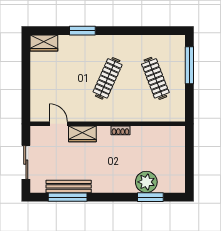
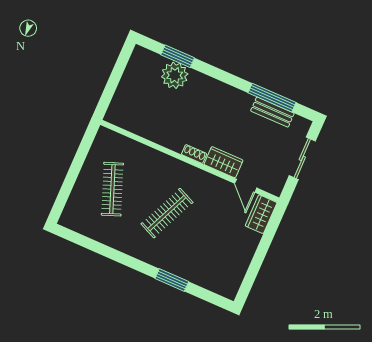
wardrobe: (44, 43) -> (261, 214), moved, turned -90
window: (189, 65) -> (67, 187), removed
shoe rack: (120, 130) -> (194, 154), moved
bench: (69, 186) -> (272, 112), width x0.73

